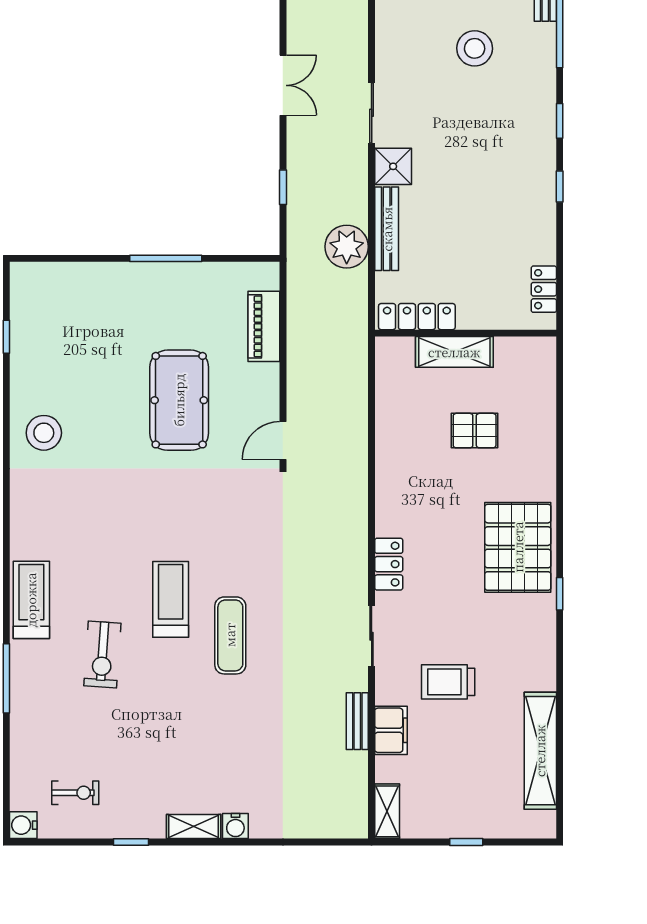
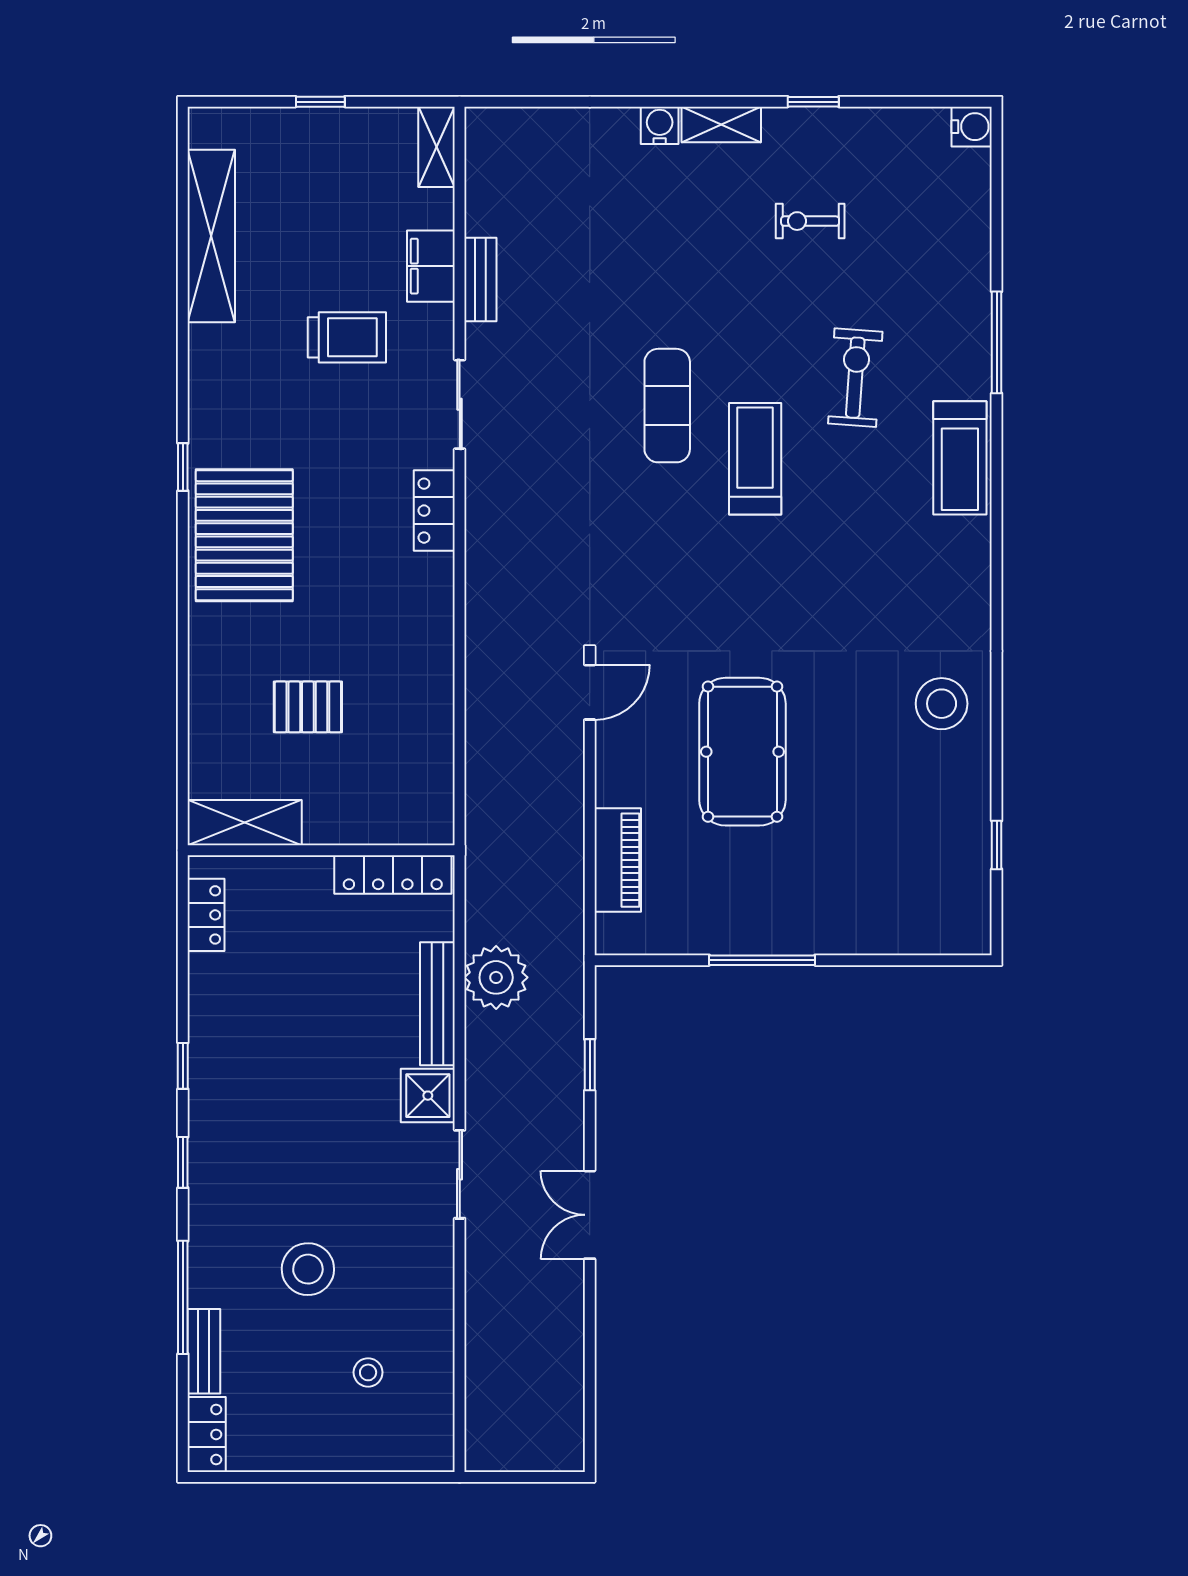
shelving: (454, 352) -> (245, 823), moved
treadmill: (171, 599) -> (755, 459), turned 180
exercise bike: (75, 793) -> (810, 221), moved

